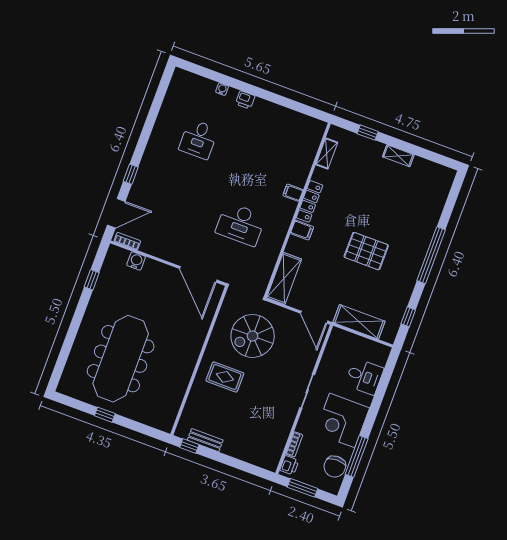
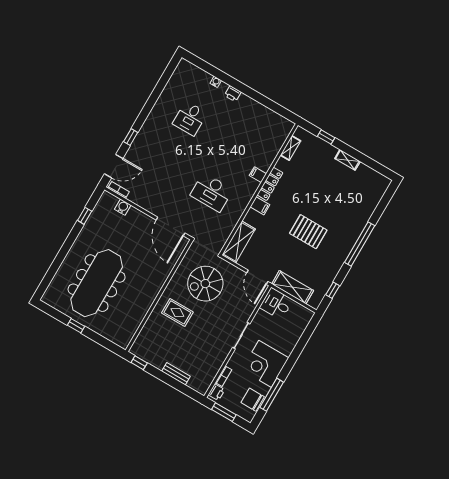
desk: (364, 377) -> (276, 304), moved, turned 180
bench: (205, 440) -> (176, 374), moved
chair: (335, 467) -> (253, 400), turned 90

